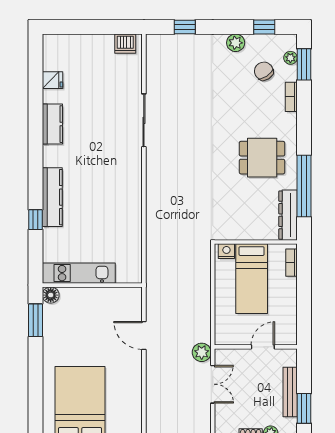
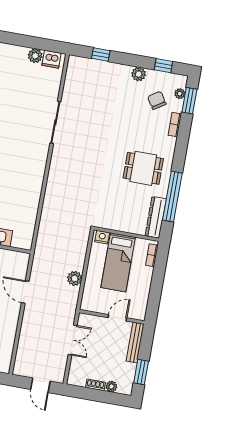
plant: (104, 43) -> (35, 56), added
plant: (202, 352) -> (75, 278), moved
bench: (290, 392) -> (135, 343), moved

